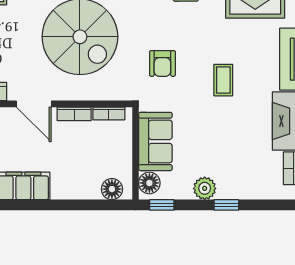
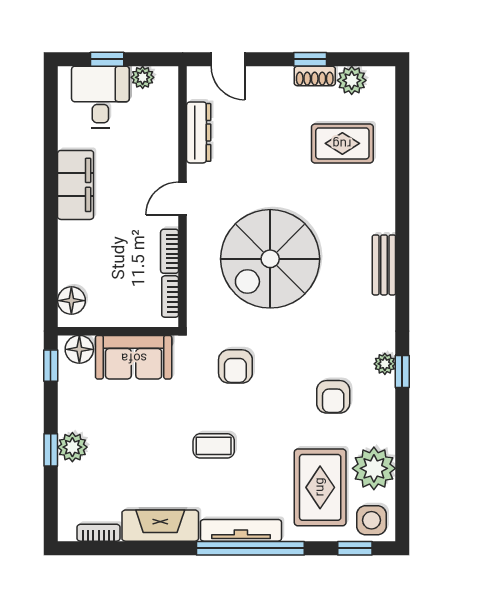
armchair: (162, 63) -> (235, 366), turned -90
door: (34, 104) -> (183, 199), width x0.73
plant: (205, 188) -> (72, 447), moved

